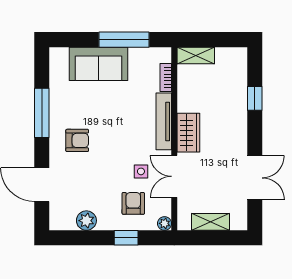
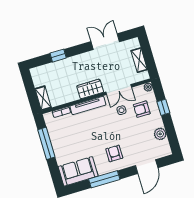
sofa: (99, 64) -> (78, 171), moved, turned -90

